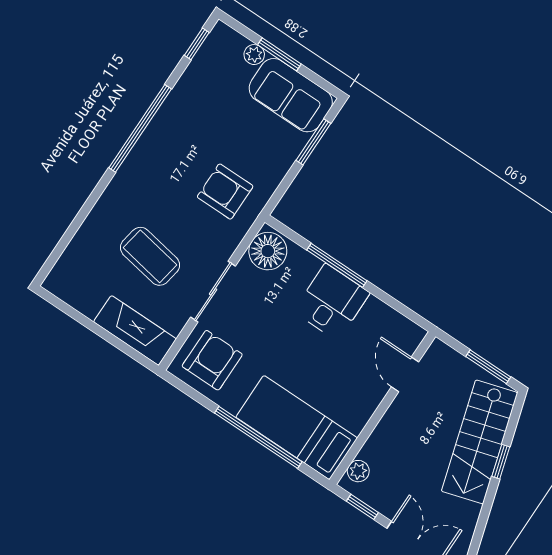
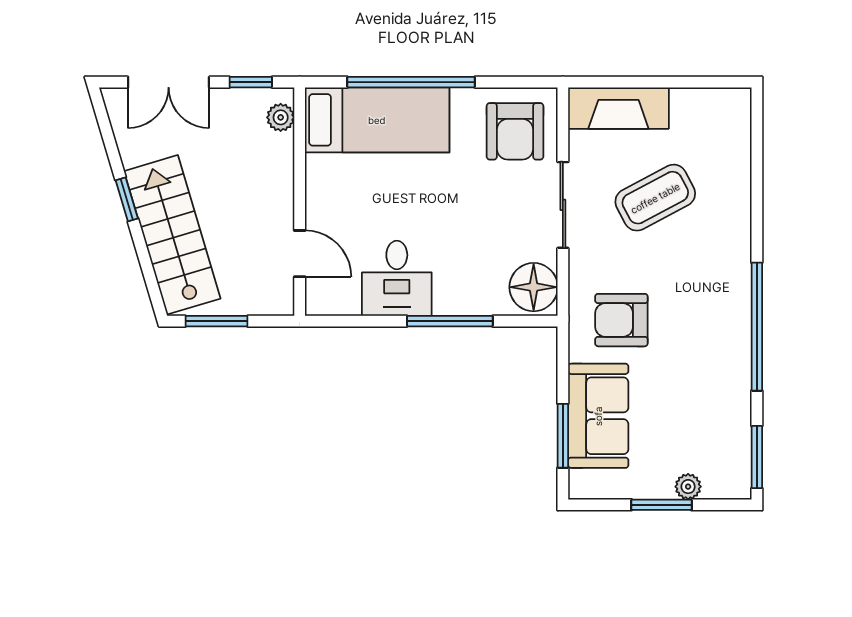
window: (197, 44) -> (757, 457), width x1.50
sofa: (291, 95) -> (598, 416), moved, turned 90
armchair: (225, 192) -> (621, 320), turned 180
coffee table: (150, 256) -> (655, 198), turned -38
desk: (332, 302) -> (397, 278), moved
window: (501, 462) -> (127, 199), moved

